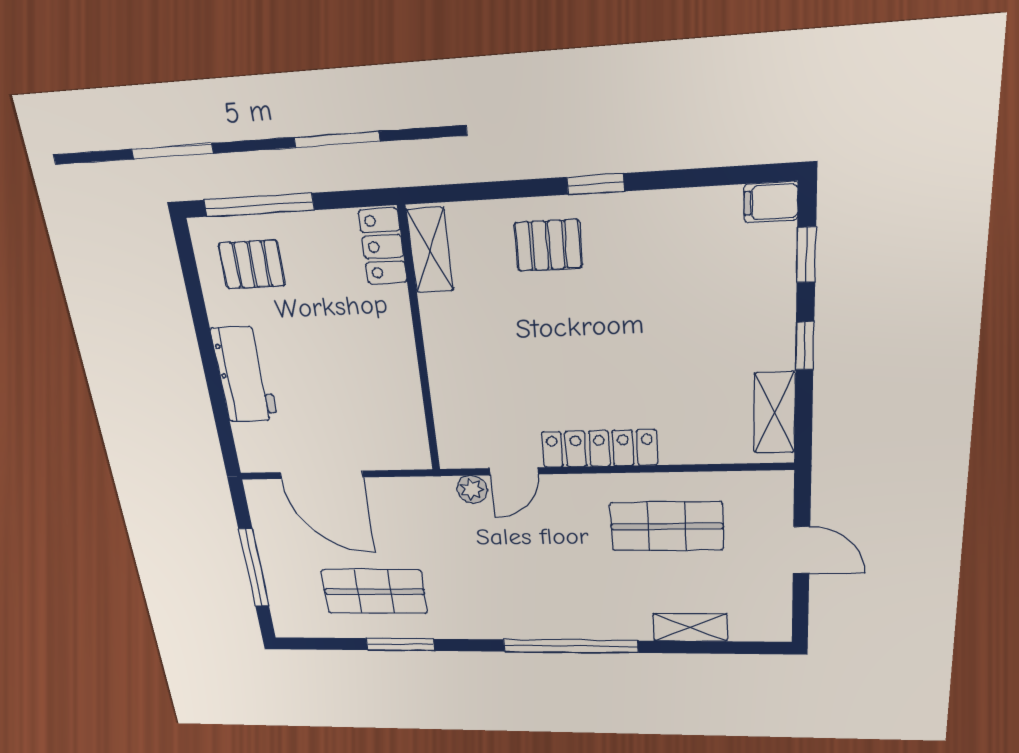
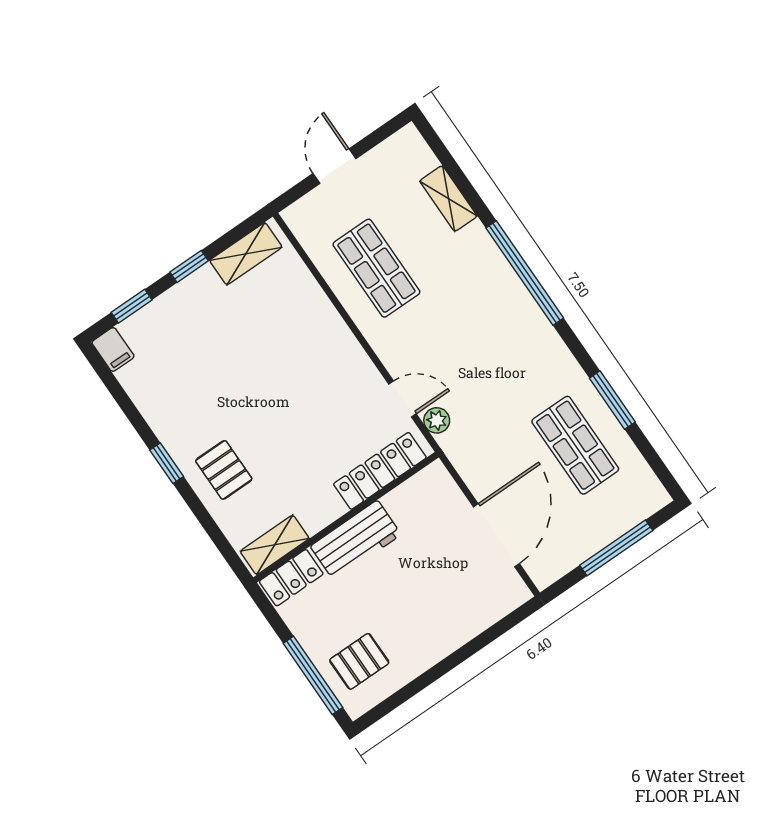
pallet: (252, 264) -> (359, 661), turned 90
workbench: (244, 375) -> (356, 540), moved, turned 180
locker: (599, 449) -> (380, 471), moved, turned 90

